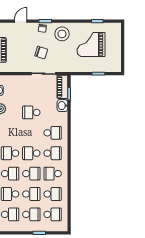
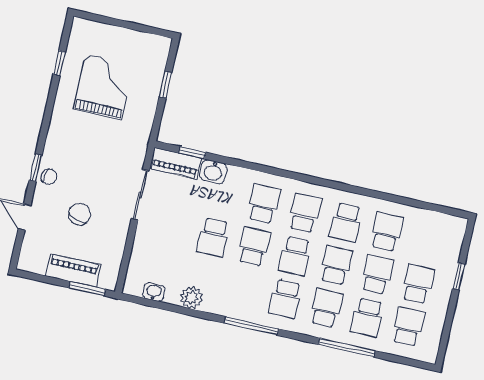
stool: (62, 34) -> (69, 140), removed
grand piano: (91, 45) -> (104, 86), turned 180
chair: (41, 53) -> (80, 214), moved
school desk: (53, 214) -> (254, 247), moved

